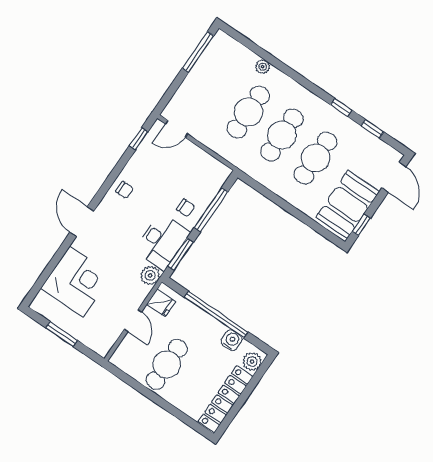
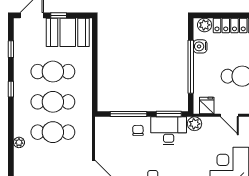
window: (341, 107) -> (11, 89), moved
window: (361, 225) -> (59, 15), moved
door: (133, 321) -> (229, 115), swing flipped

